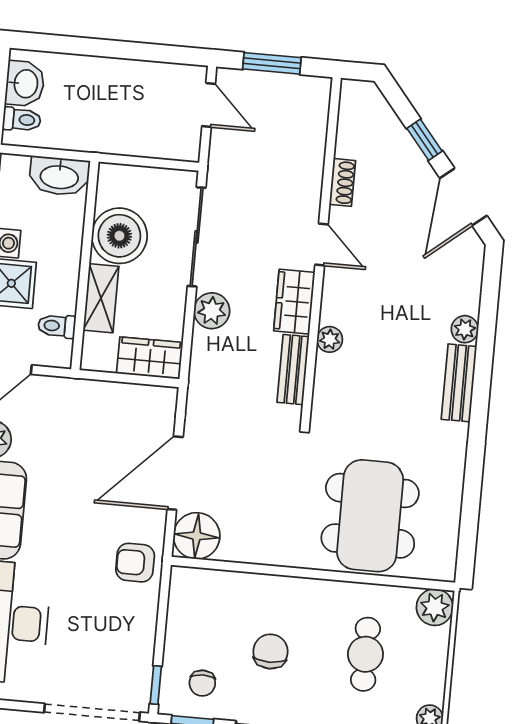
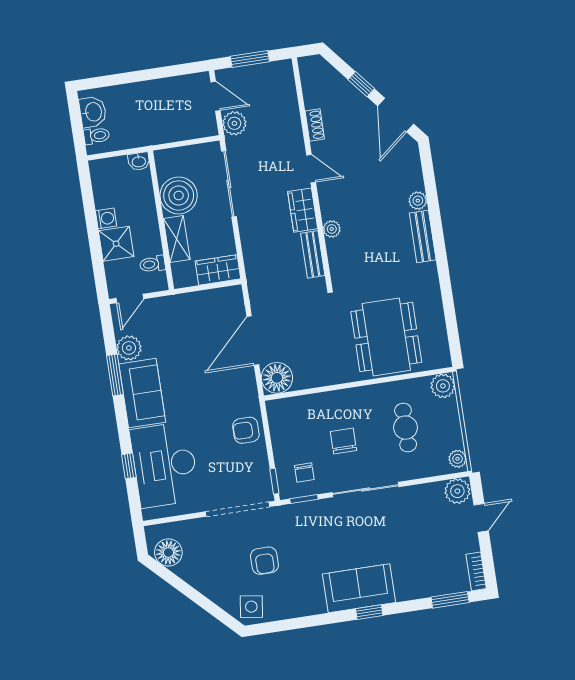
washbasin: (59, 176) -> (139, 161), width x0.52, depth x0.69
plant: (212, 311) -> (234, 123), moved
armchair: (135, 563) -> (246, 430), moved

